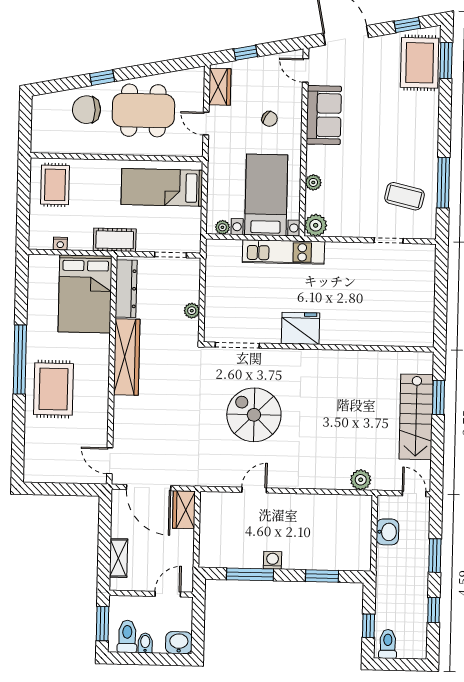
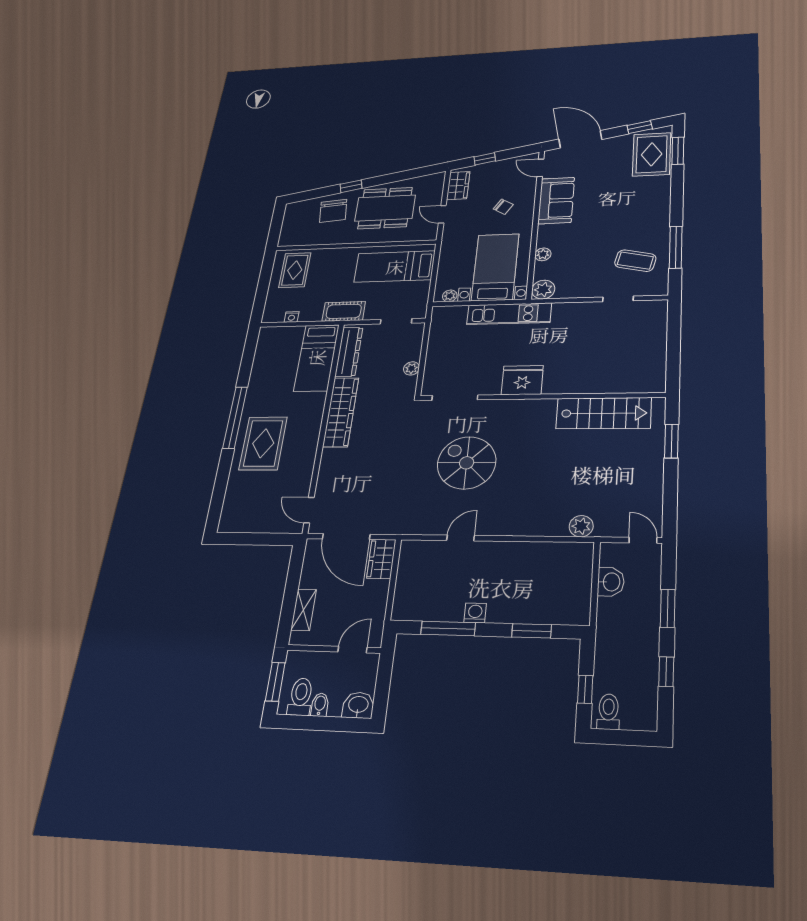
chair: (87, 110) -> (333, 211), turned -95
bed: (85, 294) -> (317, 358), width x0.67
stairs: (416, 417) -> (604, 413), moved, turned -90

